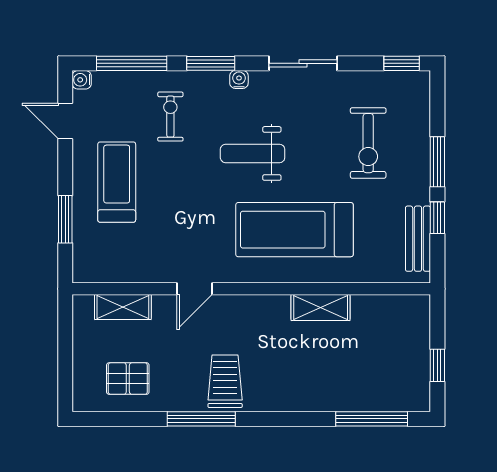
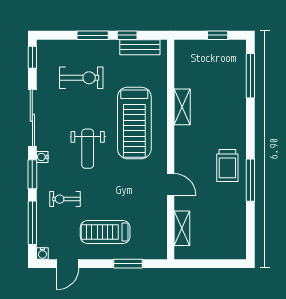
sliding door: (303, 63) -> (32, 118), width x1.37
pallet: (128, 379) -> (226, 225), removed
trolley: (225, 381) -> (227, 166), turned -90

